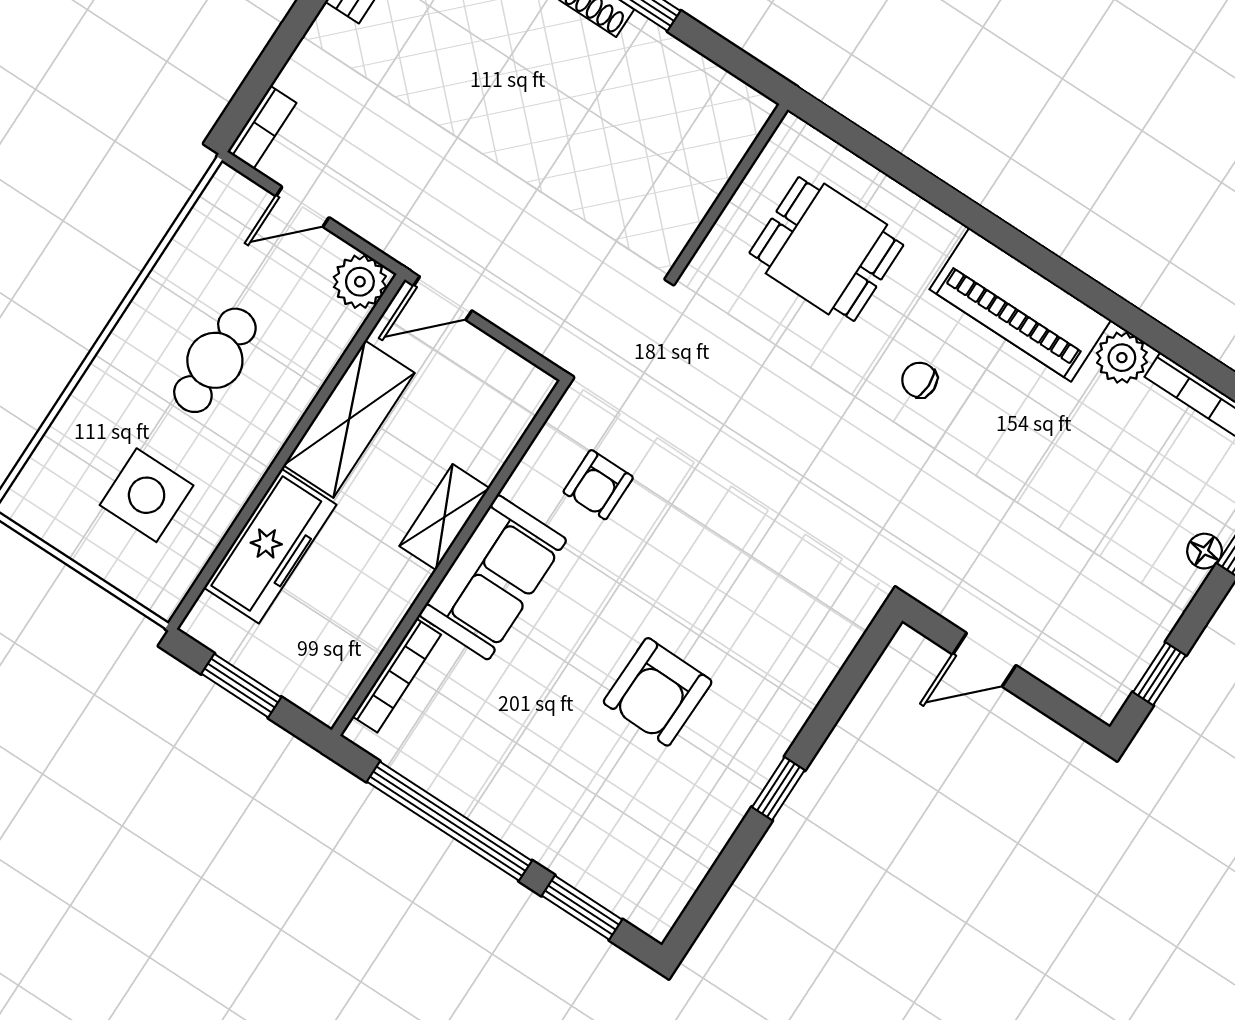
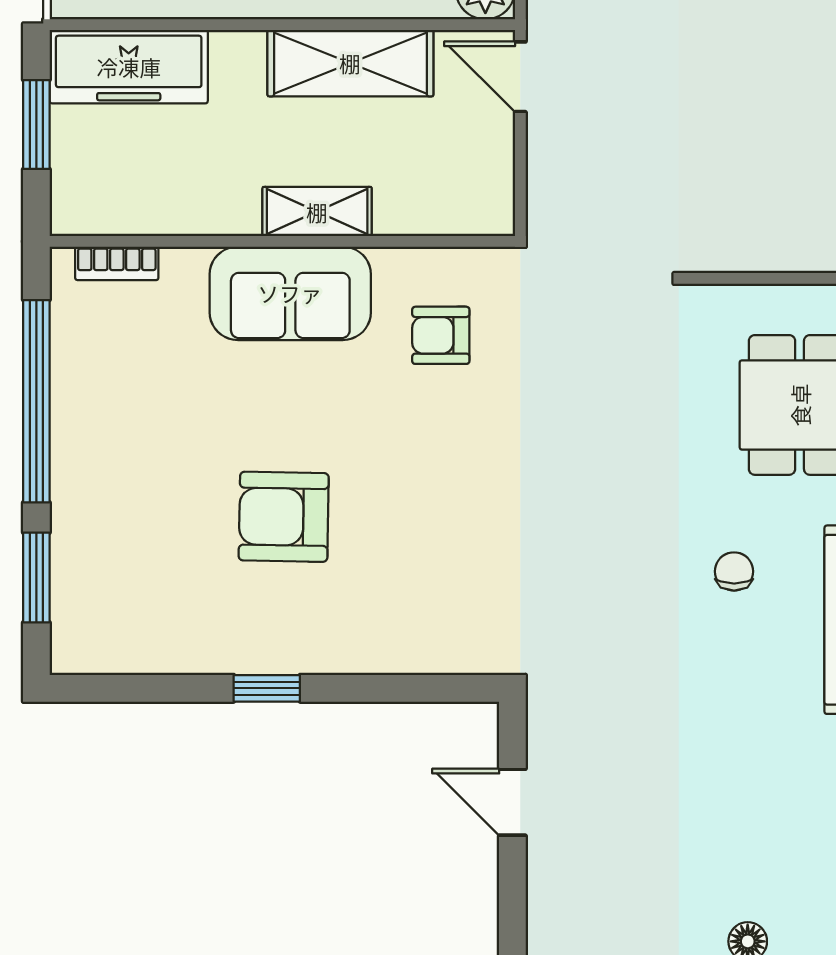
freezer: (270, 546) -> (129, 67), moved
bookcase: (397, 675) -> (117, 263), width x0.64

